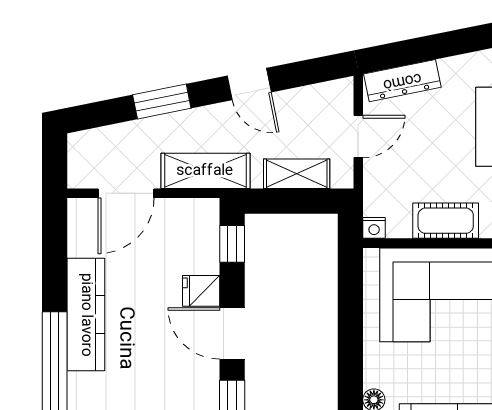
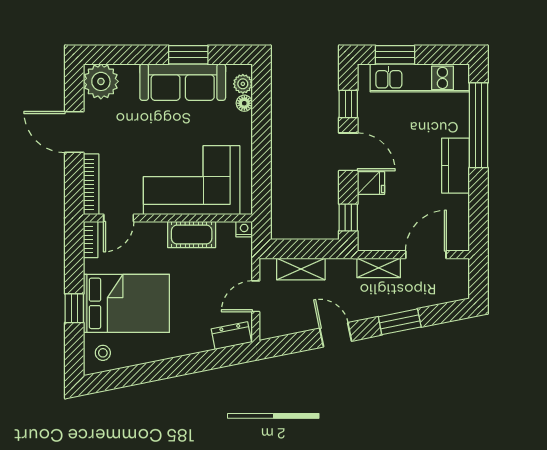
dresser: (402, 81) -> (231, 336), width x0.70
shelving: (205, 171) -> (379, 268), width x0.67, depth x0.75
kitchen counter: (86, 315) -> (455, 166), width x0.67

